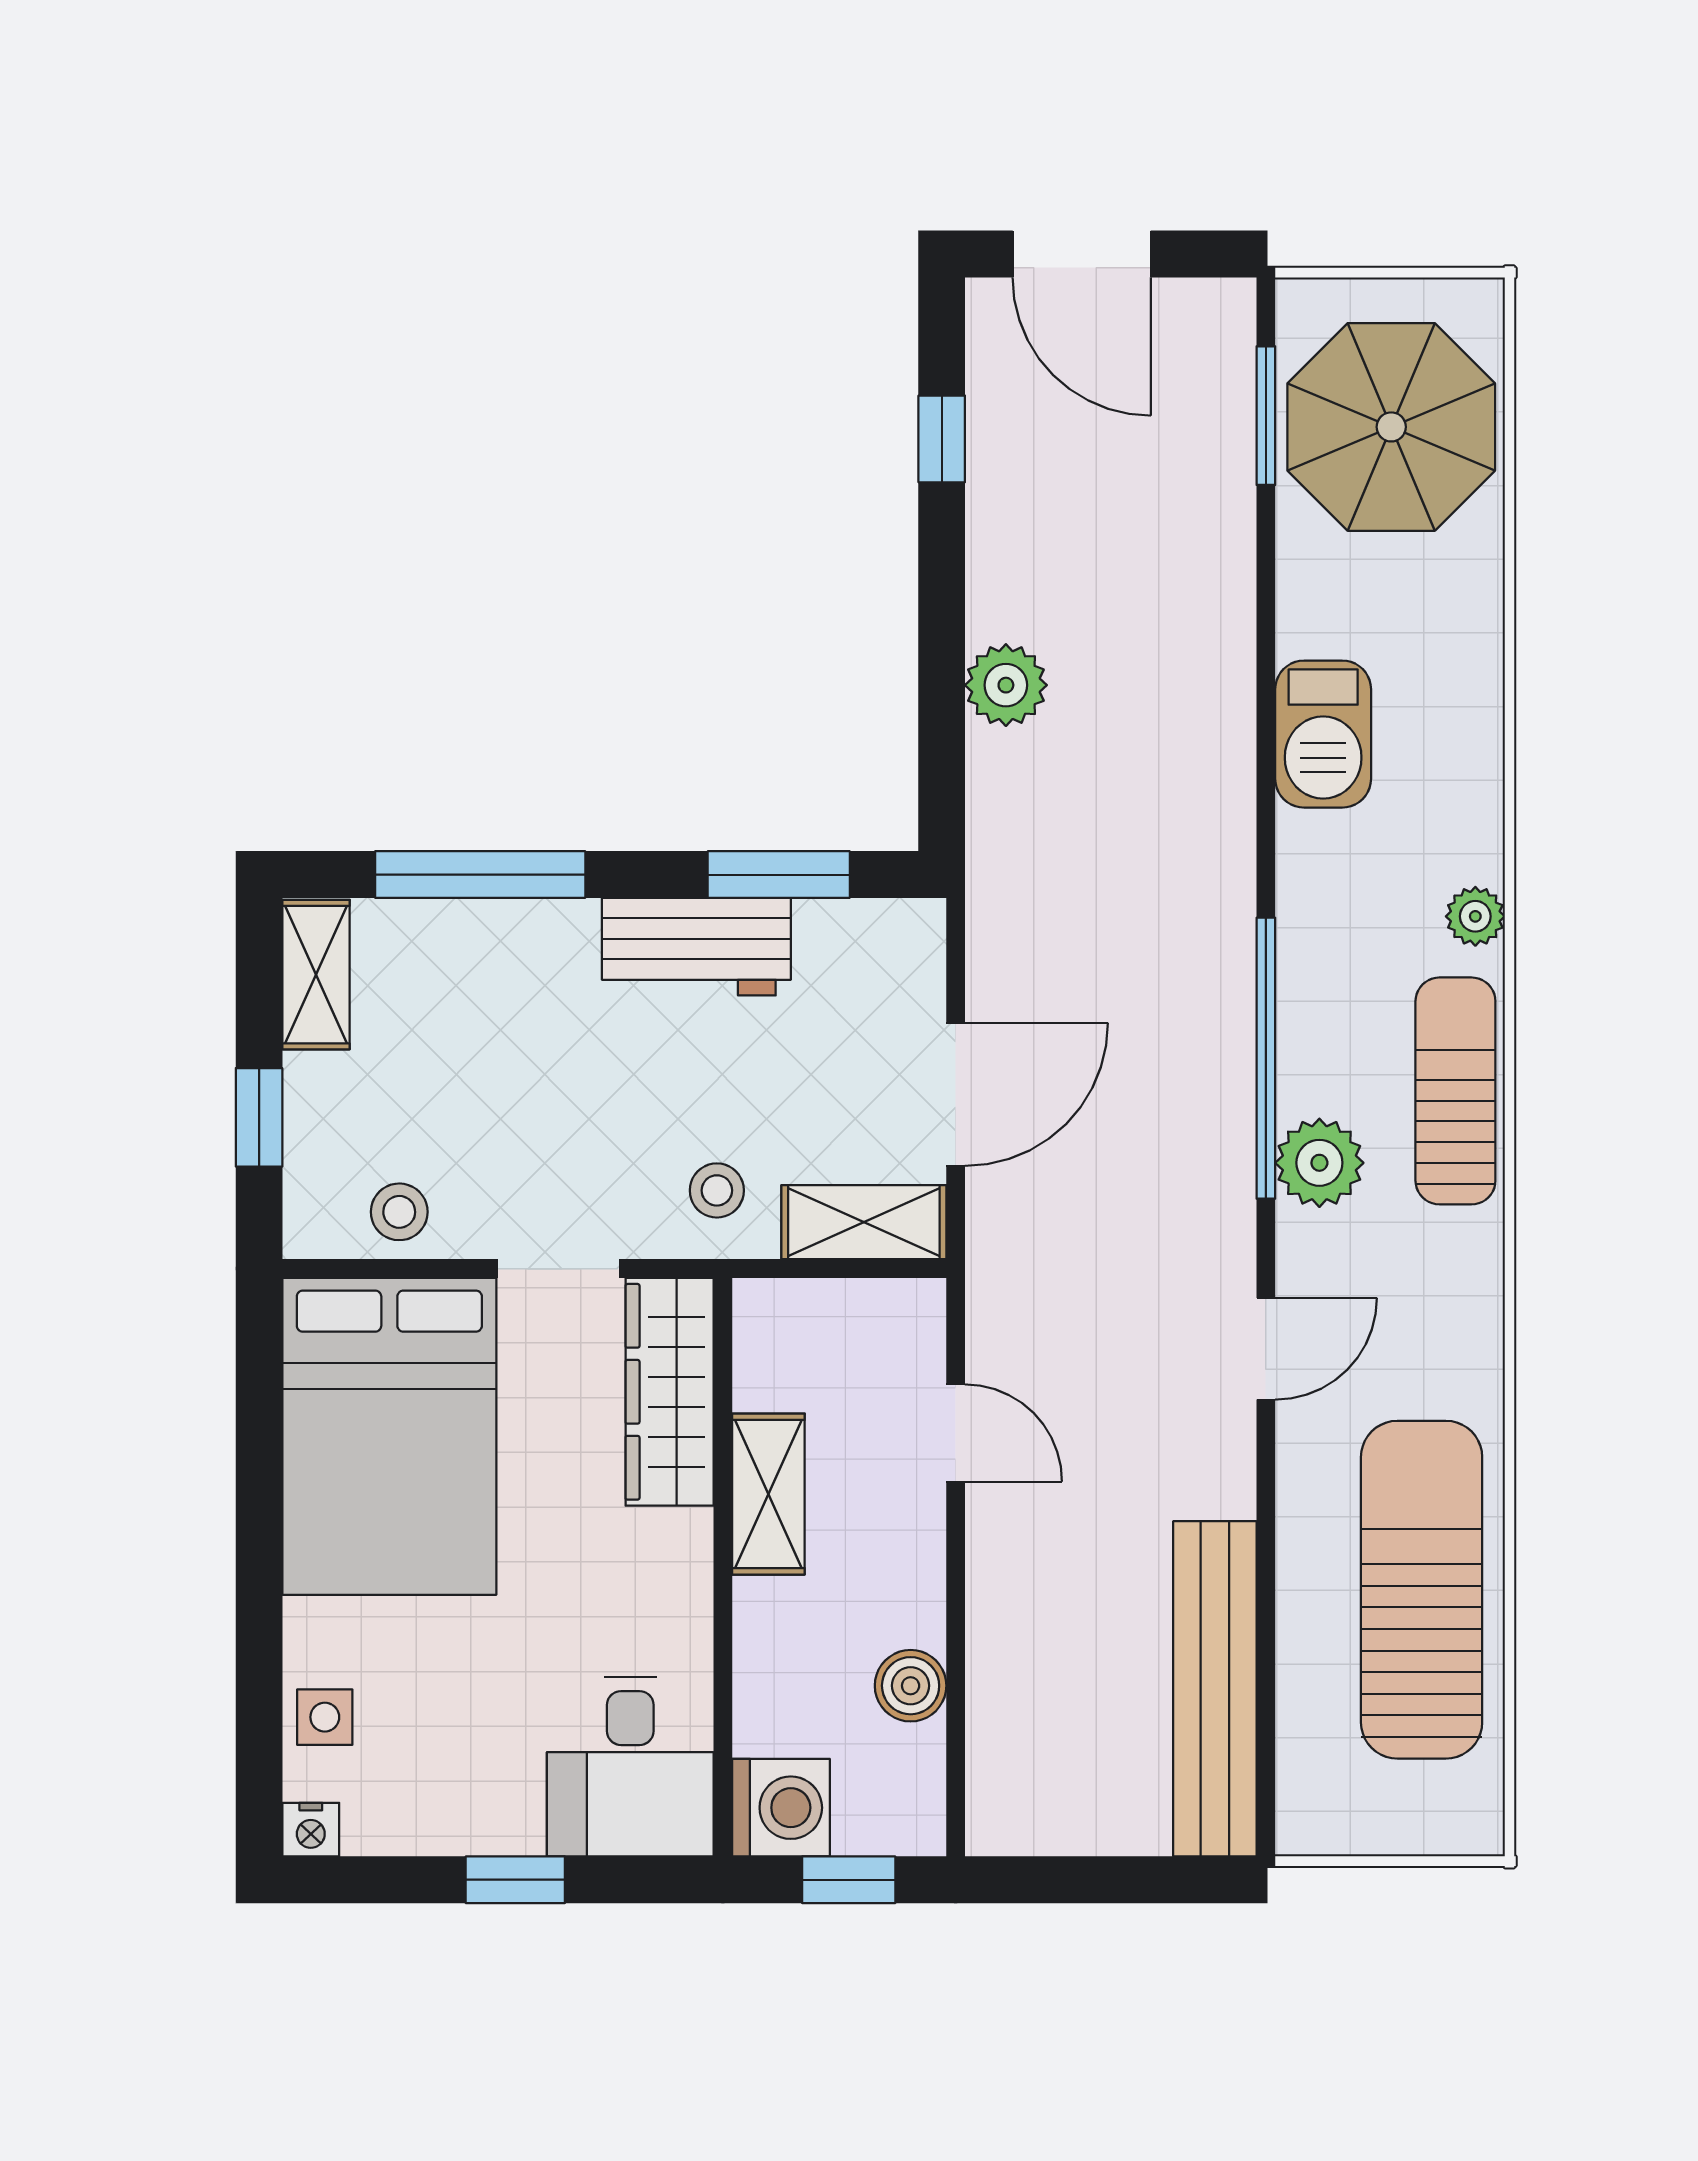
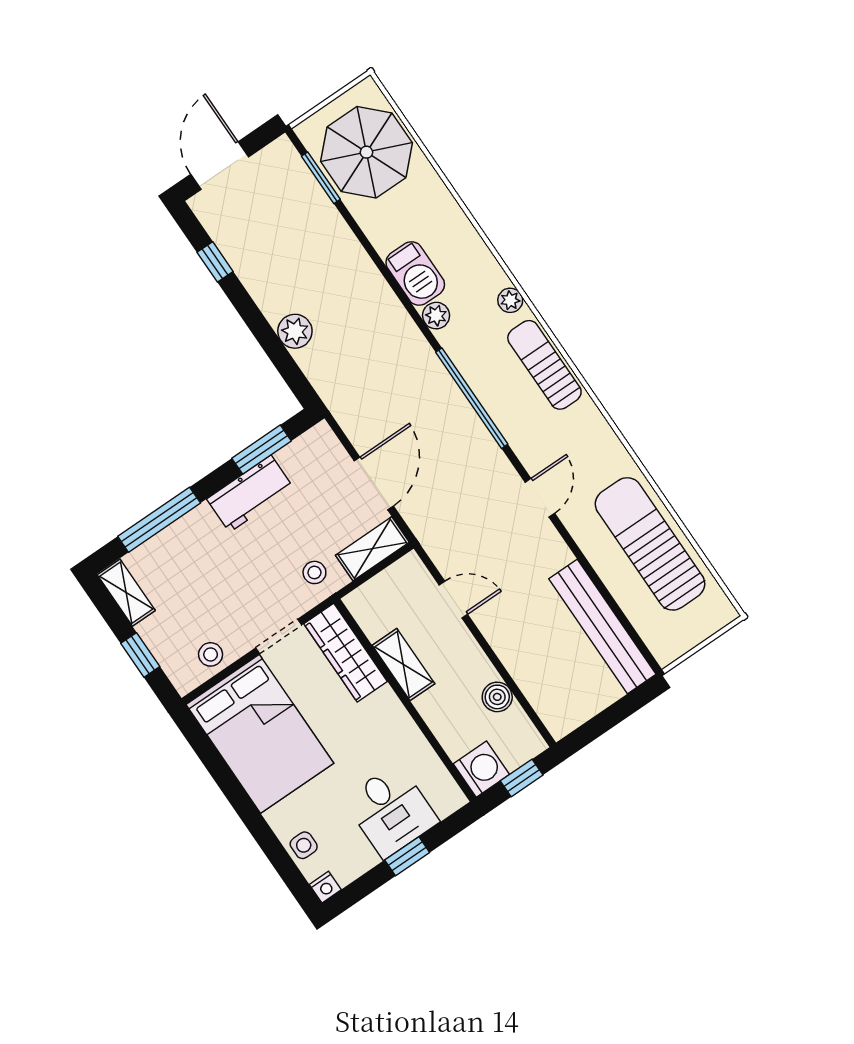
door: (1082, 254) -> (220, 166), swing flipped
plant: (1319, 1163) -> (436, 316), moved, width x0.73, depth x0.73
desk: (630, 1767) -> (391, 810), moved

